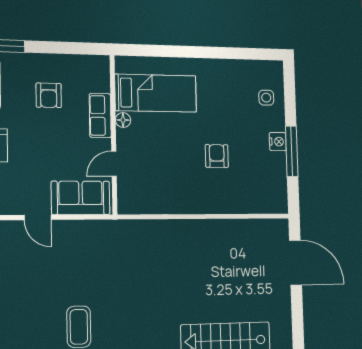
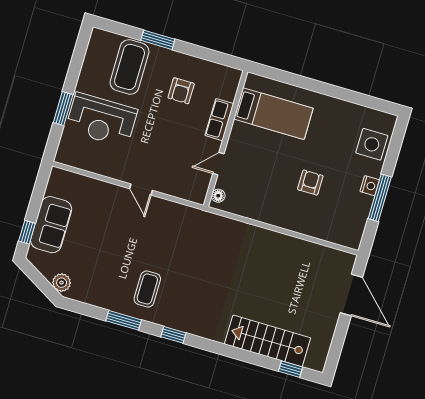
side table: (266, 98) -> (372, 144), width x1.87, depth x1.87
floor lamp: (123, 120) -> (218, 196), moved
sofa: (81, 198) -> (181, 184), removed

